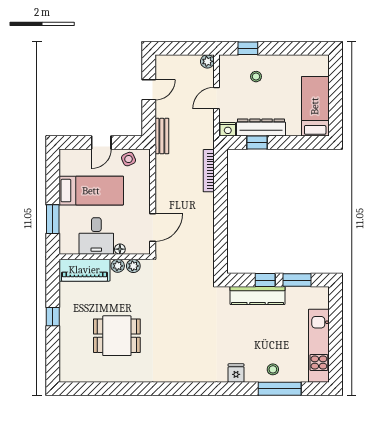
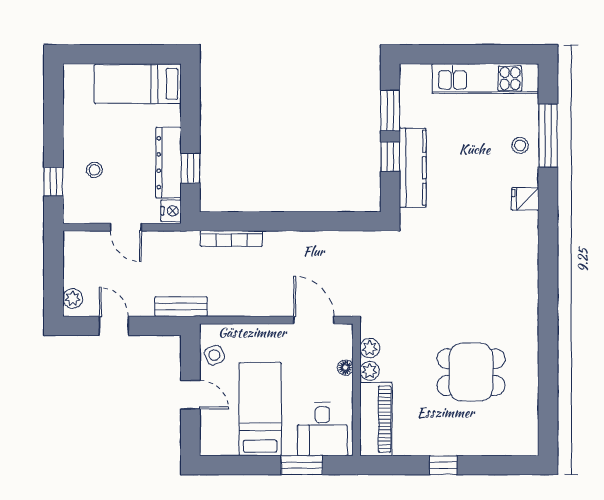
plant: (207, 61) -> (73, 298), moved
desk: (96, 236) -> (322, 429), moved, turned 90
dining table: (117, 336) -> (471, 372), turned 90

